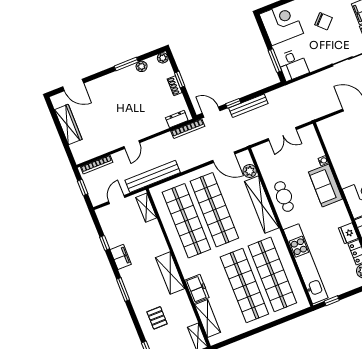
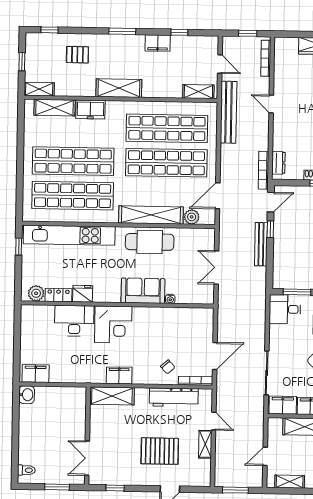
cafe table: (284, 197) -> (150, 242), width x1.37, depth x1.35

